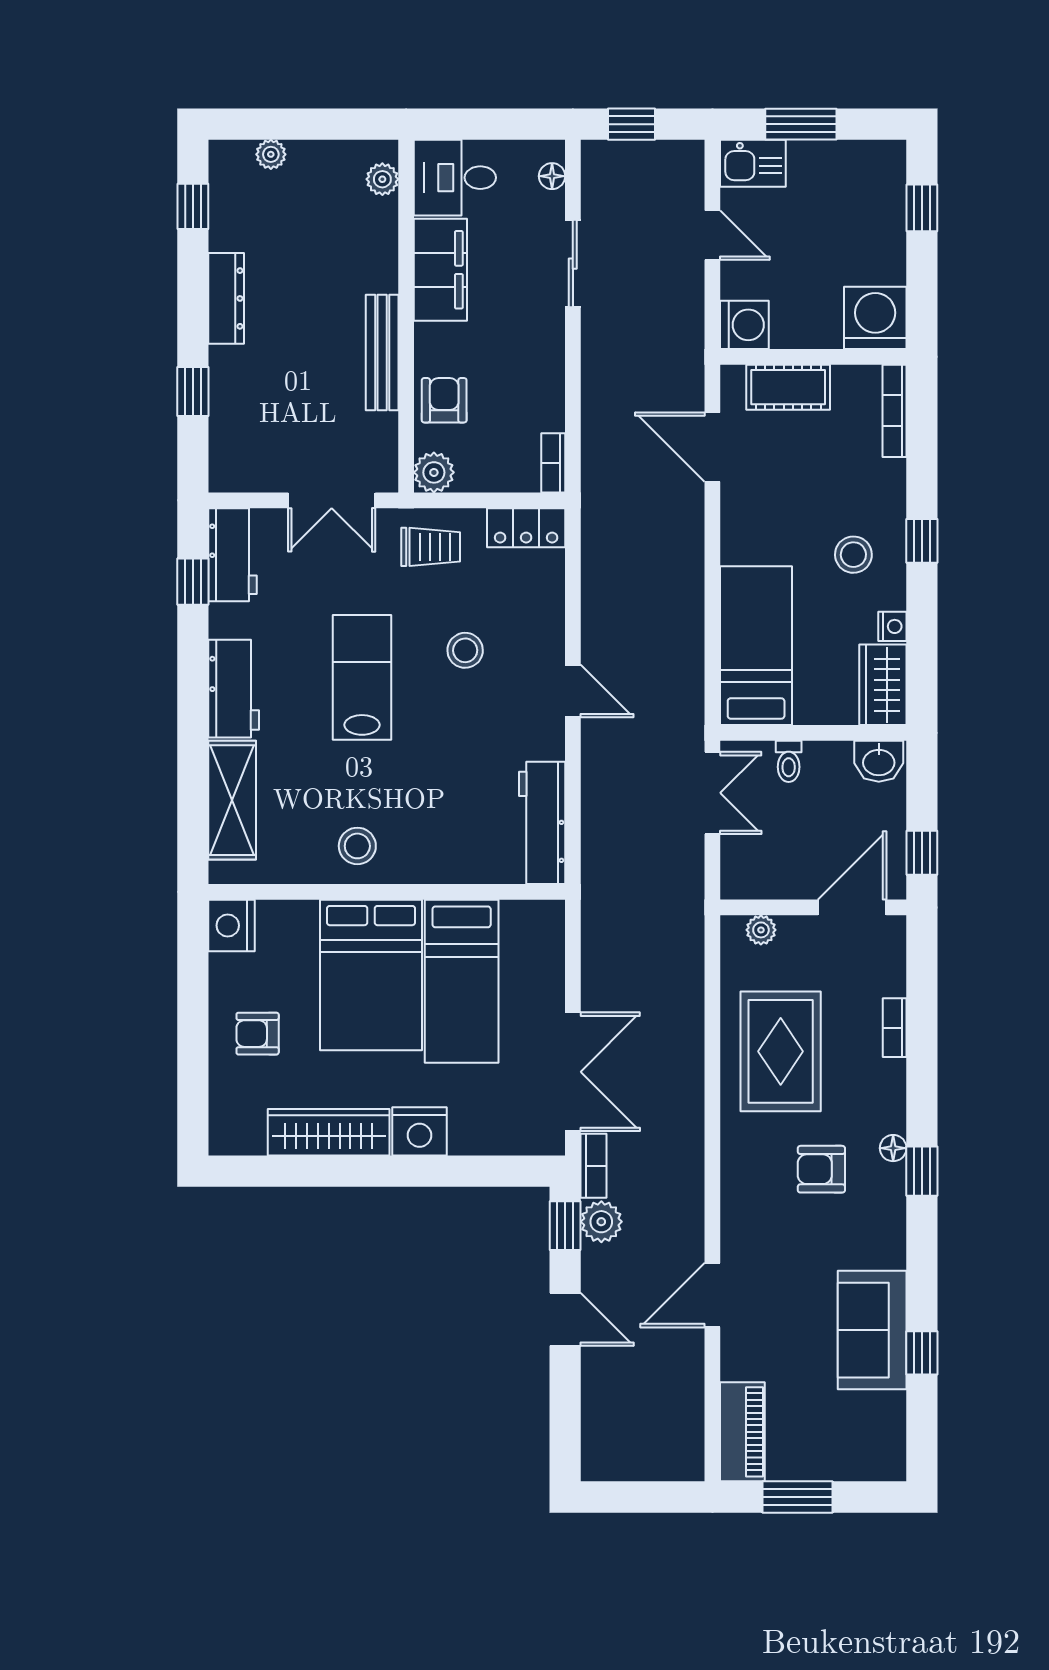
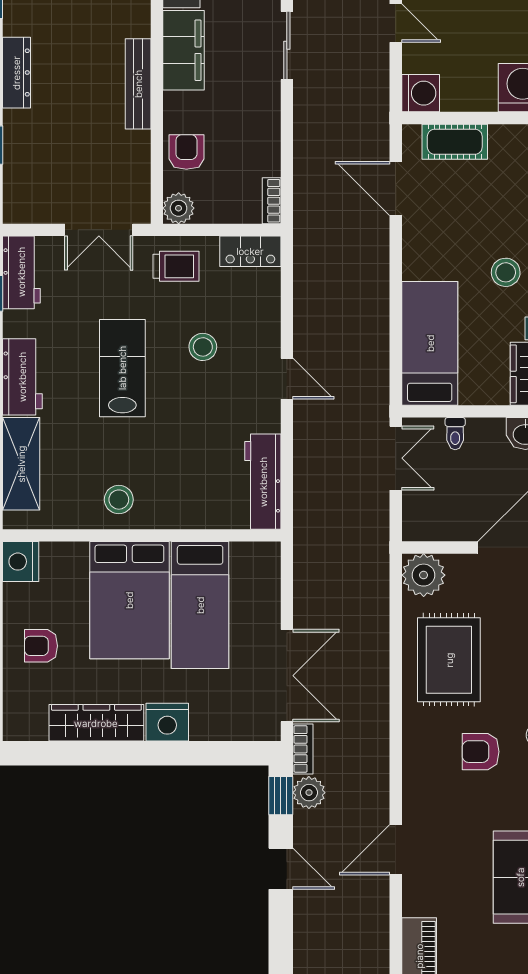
bench: (382, 353) -> (138, 84), moved
plant: (761, 930) -> (424, 575), width x1.88, depth x1.88

